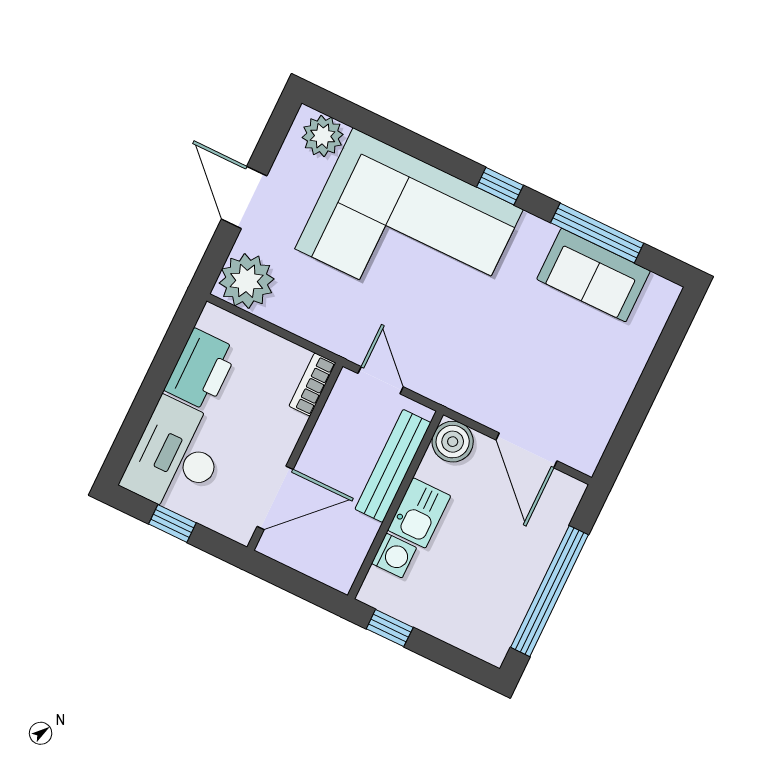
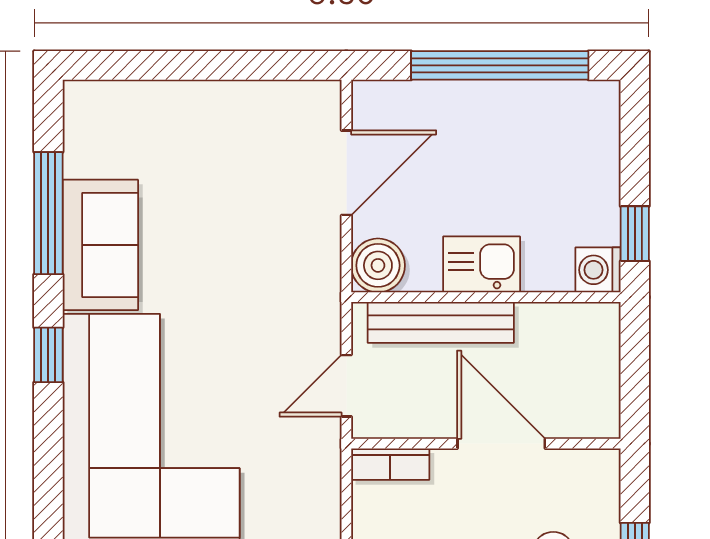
sofa: (594, 275) -> (100, 245), moved
door: (275, 498) -> (501, 444), moved
washing machine: (394, 556) -> (598, 270), moved, turned -90

